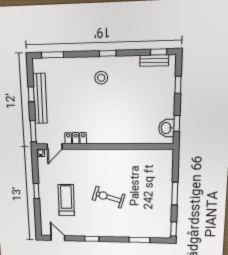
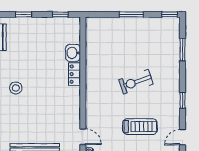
washbasin: (166, 128) -> (73, 53), moved, turned 90
locker: (76, 138) -> (74, 74), moved
exercise bike: (109, 197) -> (136, 82), turned 54
treadmill: (66, 200) -> (140, 127), turned 180

